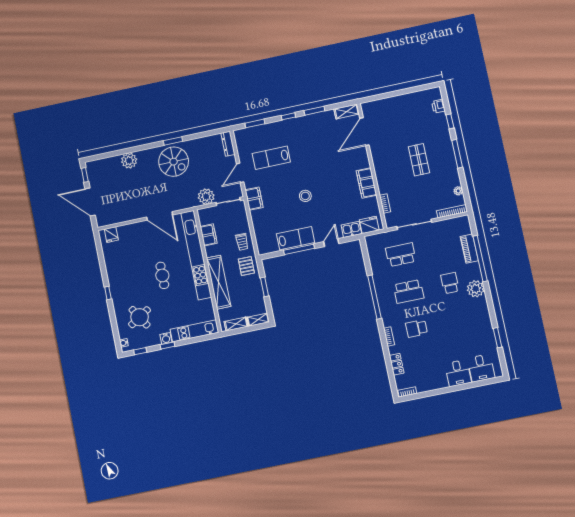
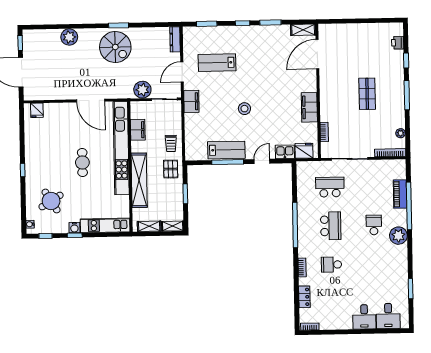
school desk: (409, 291) -> (331, 226), turned -90

